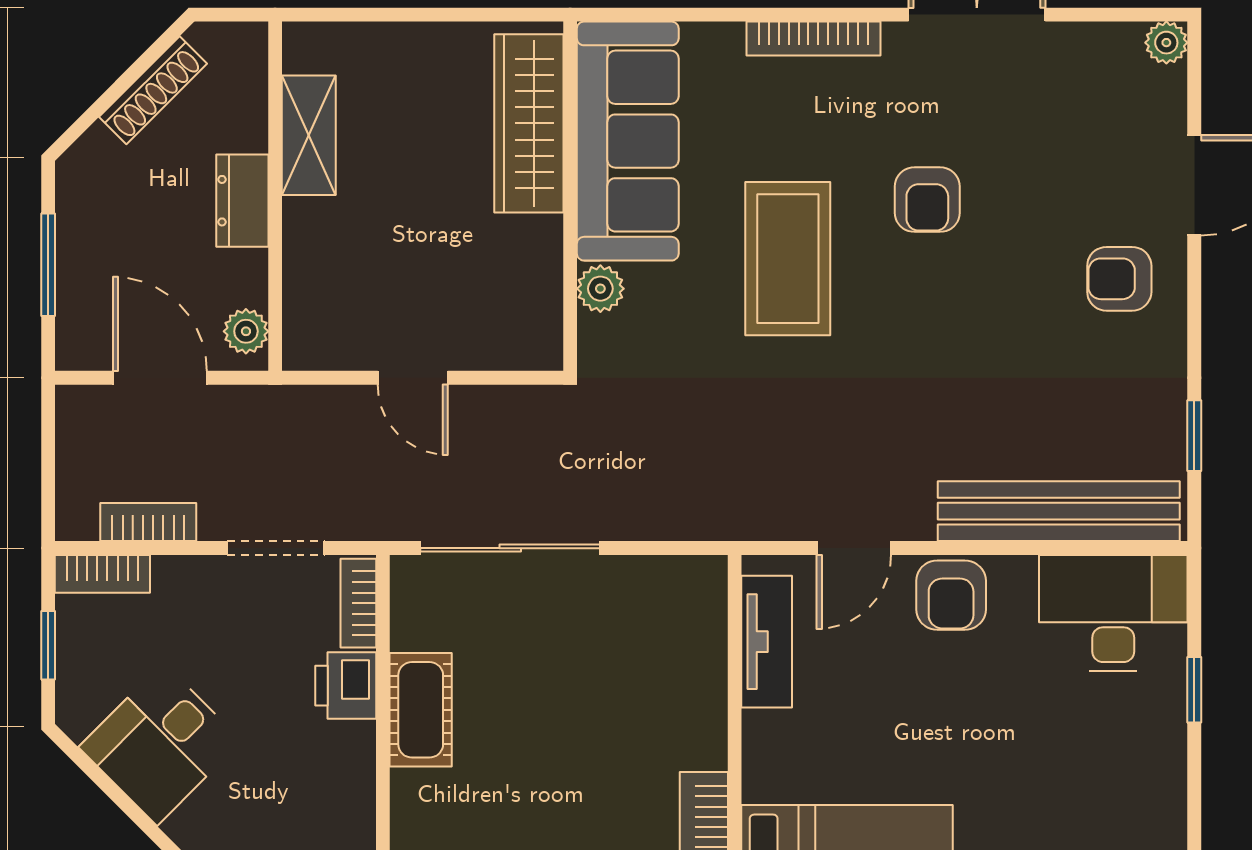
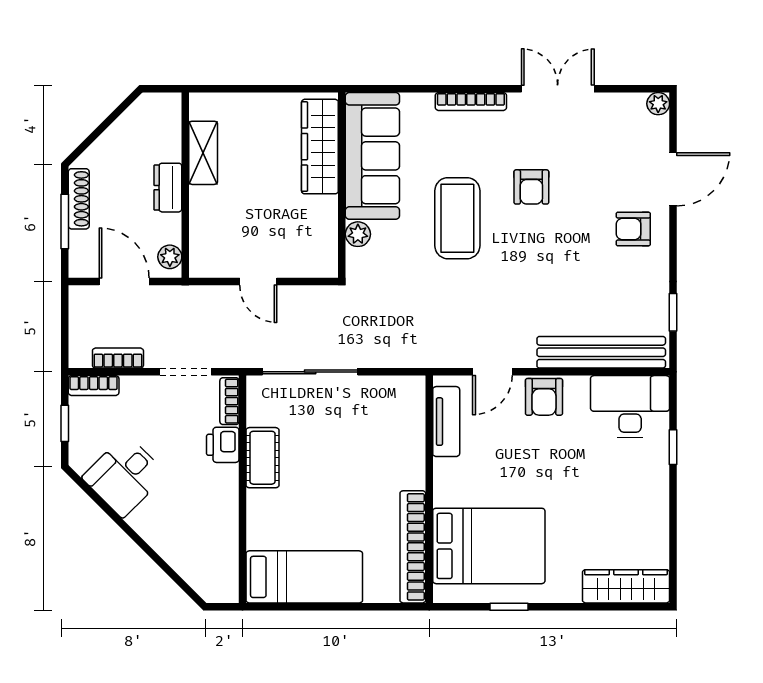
shoe rack: (153, 90) -> (79, 199), moved, turned -45

